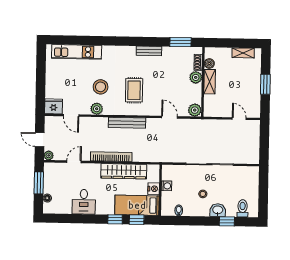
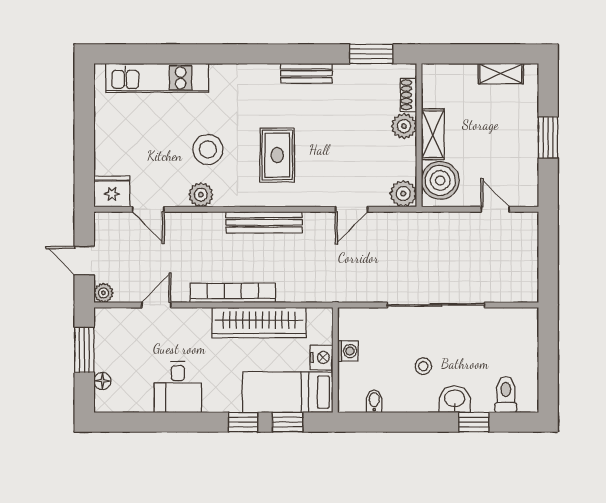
boiler: (209, 64) -> (440, 180), moved, width x1.86, depth x1.86
door: (170, 117) -> (352, 209), swing flipped

